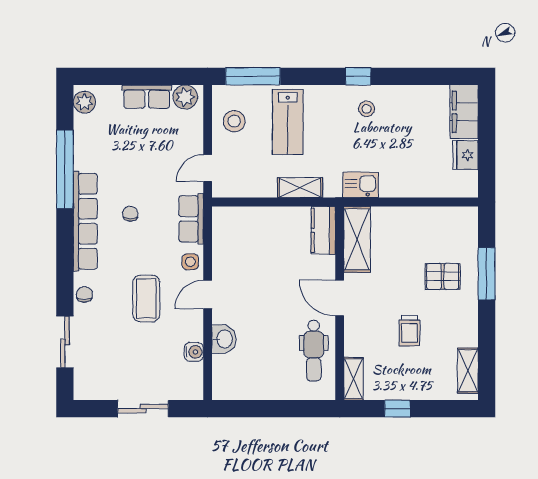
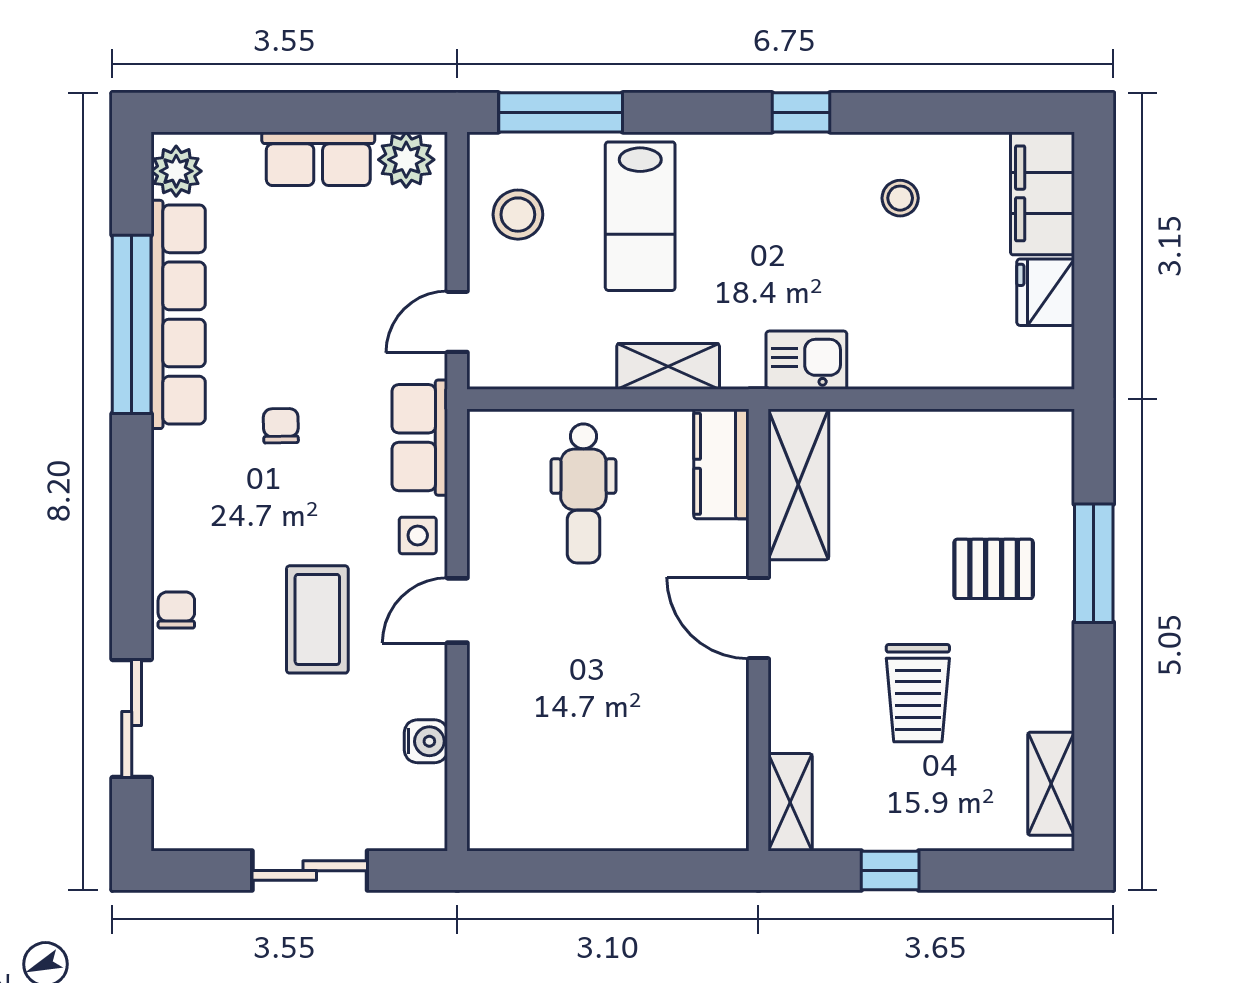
stool: (367, 109) -> (900, 198), moved
row of seats: (85, 221) -> (178, 314), moved
trolley: (409, 331) -> (918, 693), width x1.36, depth x1.39
washbasin: (224, 339) -> (495, 712), removed
dental chair: (314, 351) -> (583, 493), moved

